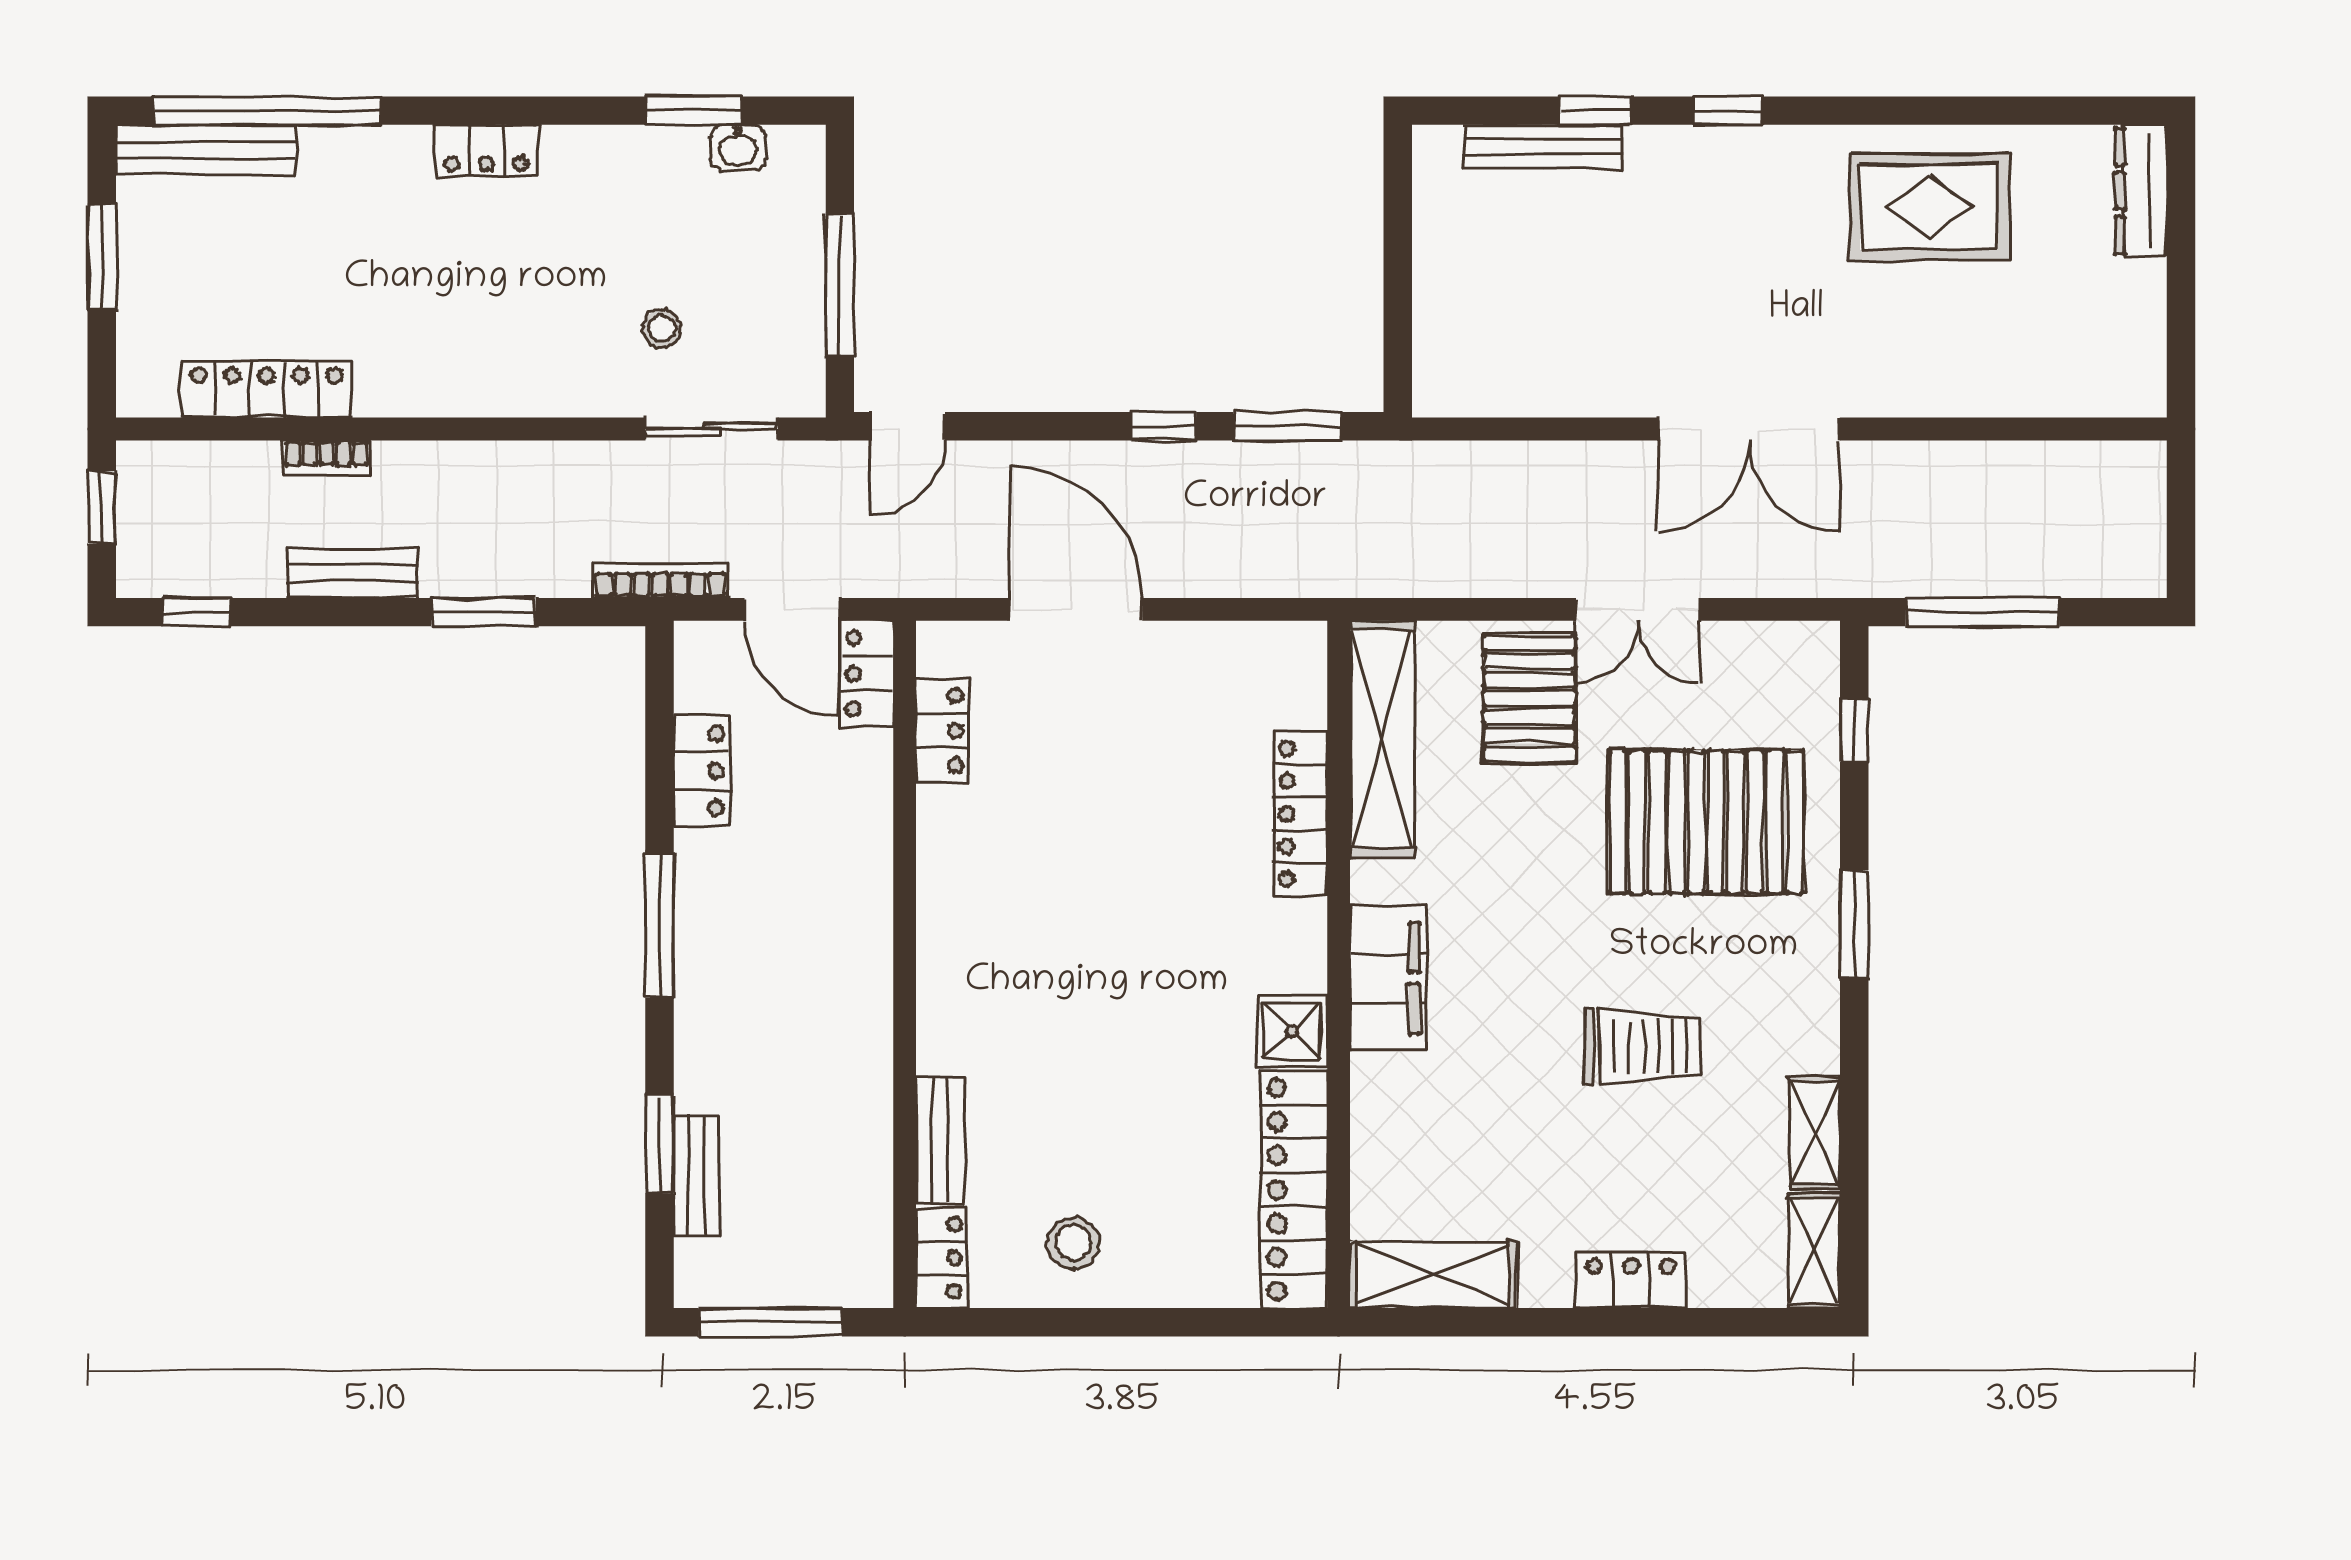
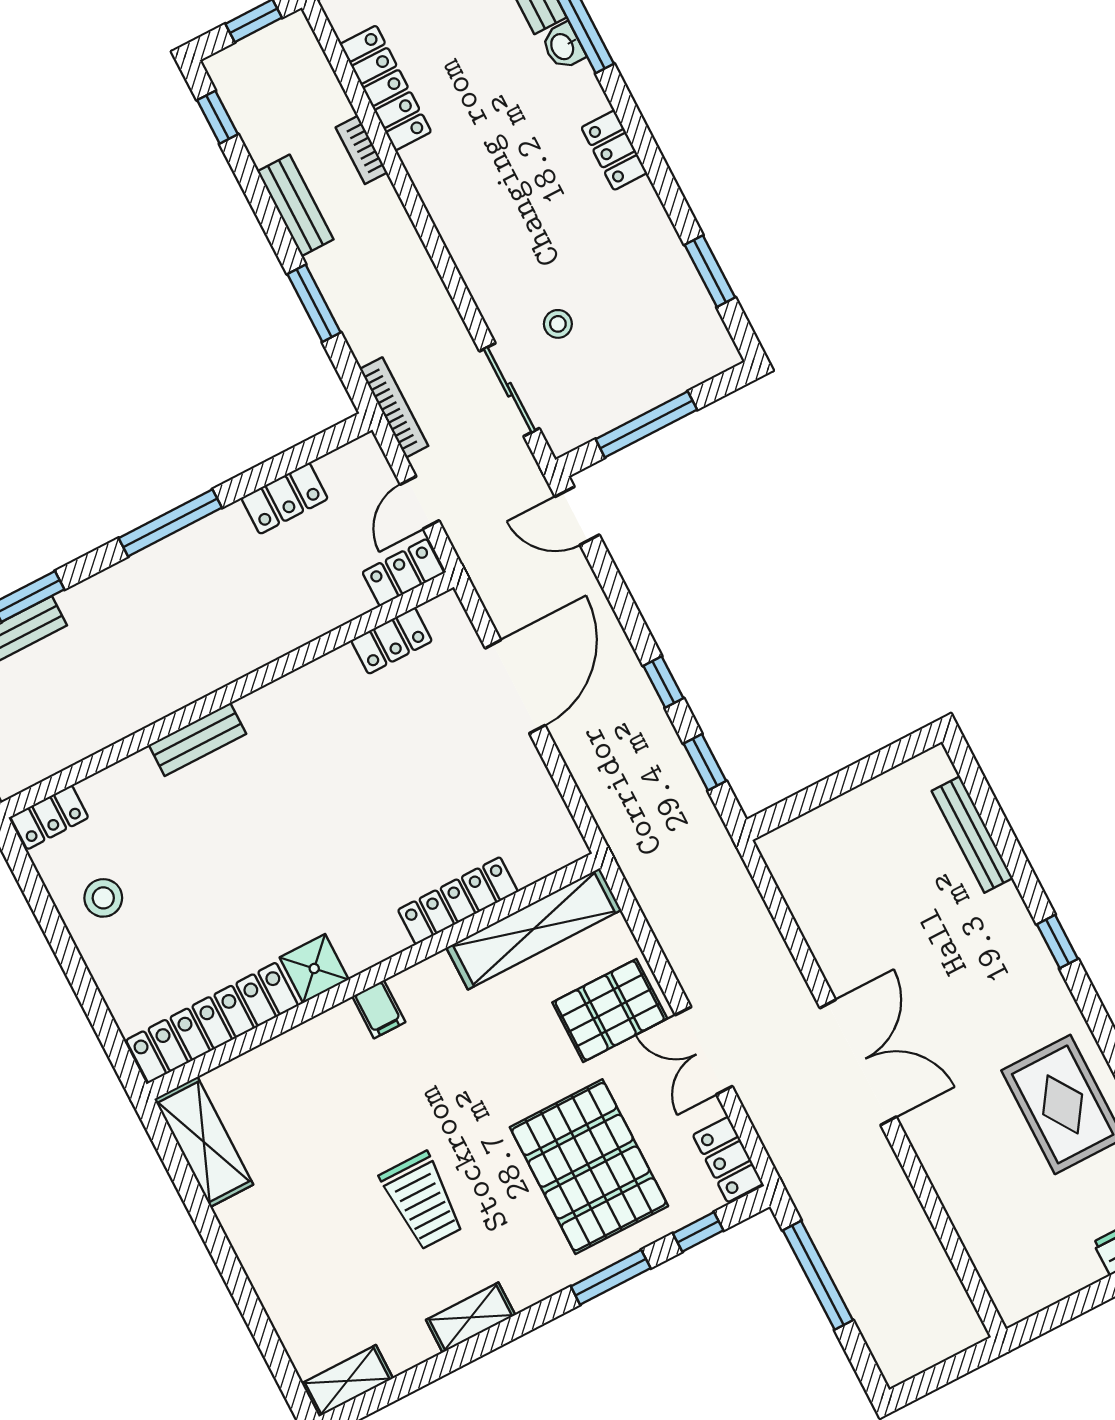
window: (1595, 111) -> (1013, 856), removed
washbasin: (738, 147) -> (563, 46), moved
window: (1288, 426) -> (705, 762), width x0.67
double door: (1749, 429) -> (858, 1062), swing flipped
door: (792, 609) -> (420, 503), width x0.73
window: (1854, 924) -> (611, 1277), moved
filing cabinet: (1388, 978) -> (379, 1009), width x0.33, depth x0.86
shelving: (1815, 1133) -> (471, 1317), moved
bench: (940, 1140) -> (197, 739), moved
locker: (1631, 1280) -> (728, 1159), moved, turned 180

